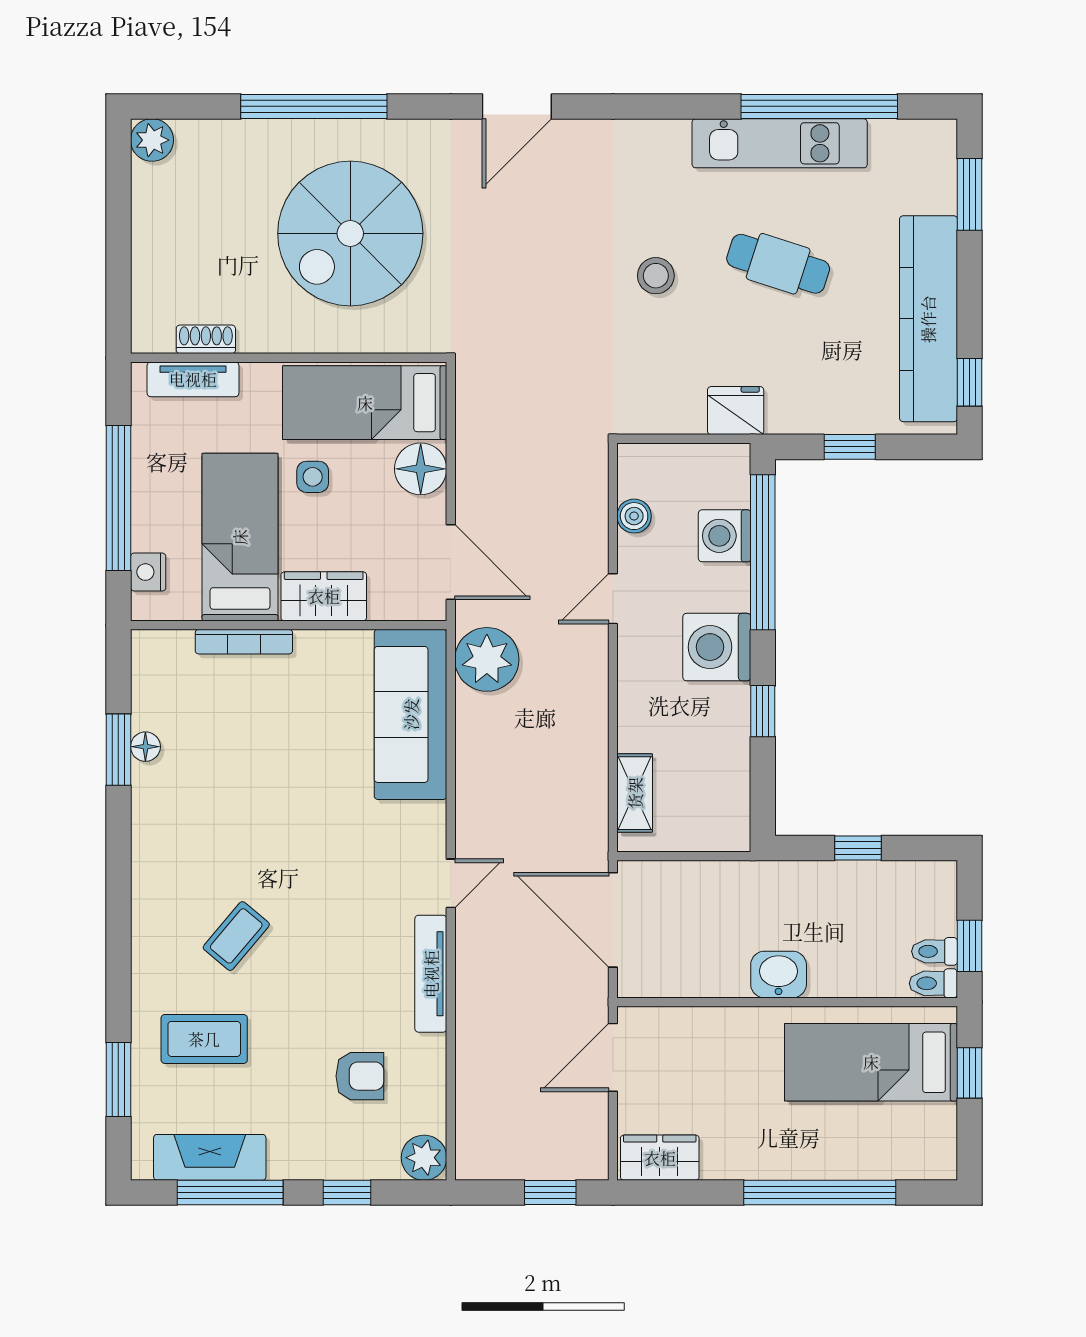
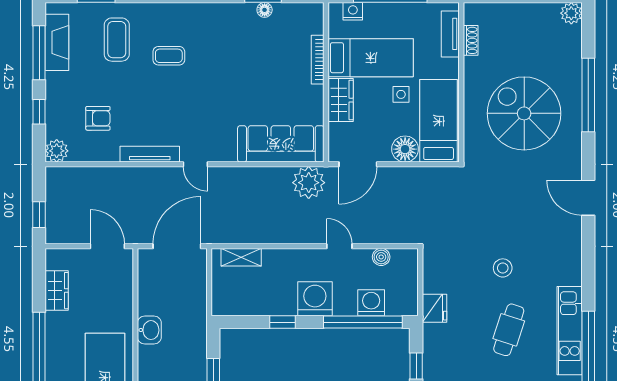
coffee table: (236, 936) -> (169, 56), turned -40
armchair: (360, 1076) -> (98, 118), turned -90
wardrobe: (660, 1158) -> (57, 291), moved

